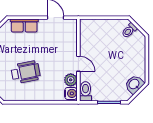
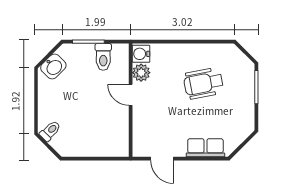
toilet: (129, 30) -> (50, 131), moved
toilet: (85, 91) -> (103, 57), moved

